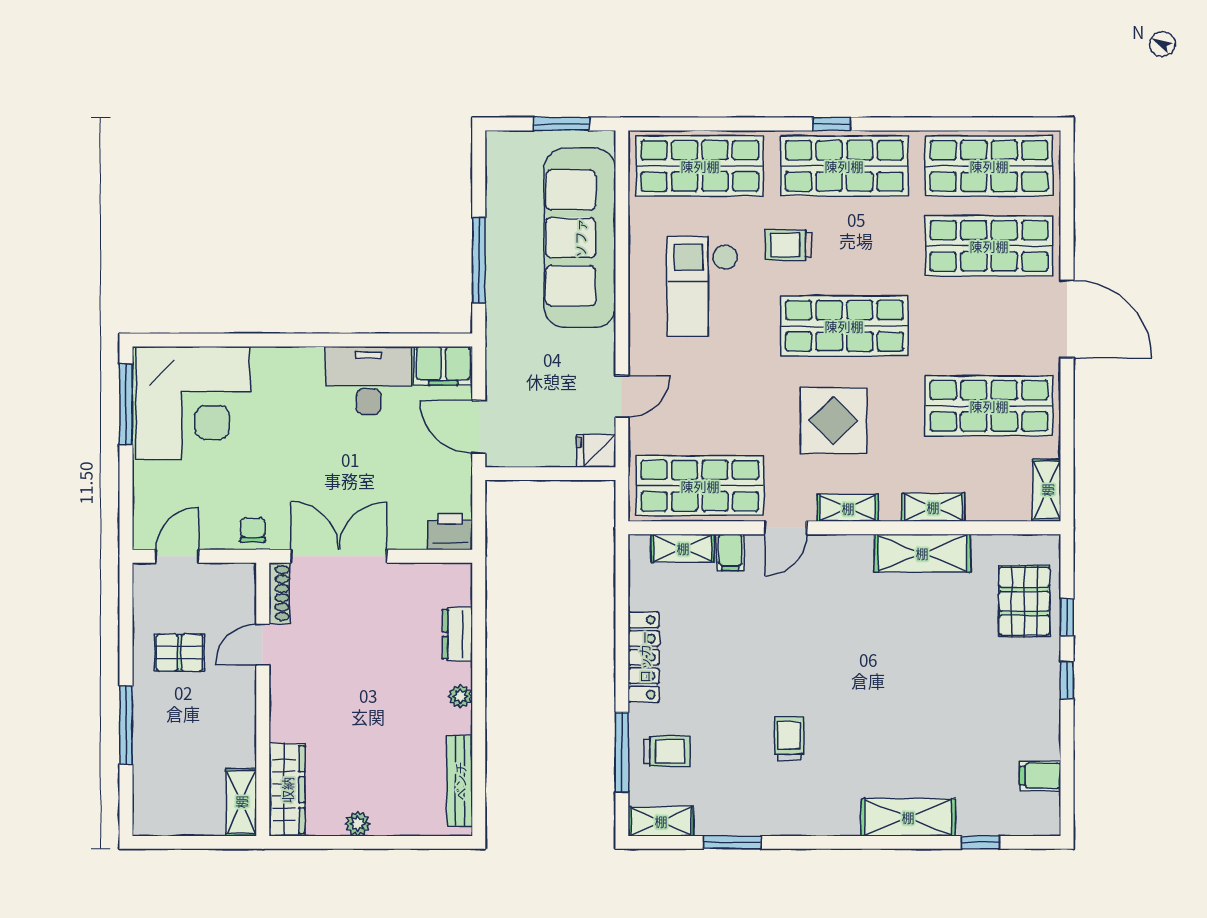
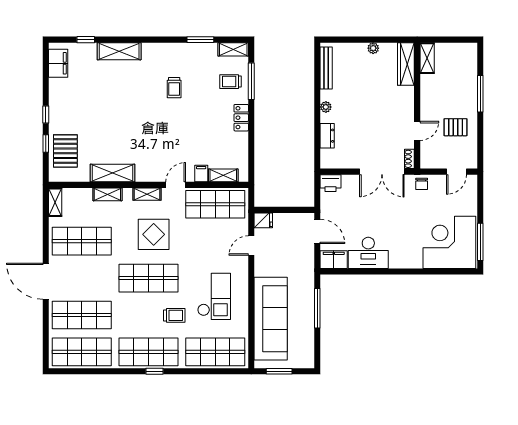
shoe rack: (279, 593) -> (409, 159), width x0.70
locker: (644, 657) -> (241, 118), width x0.66
filing cabinet: (1040, 776) -> (58, 63), width x2.00

